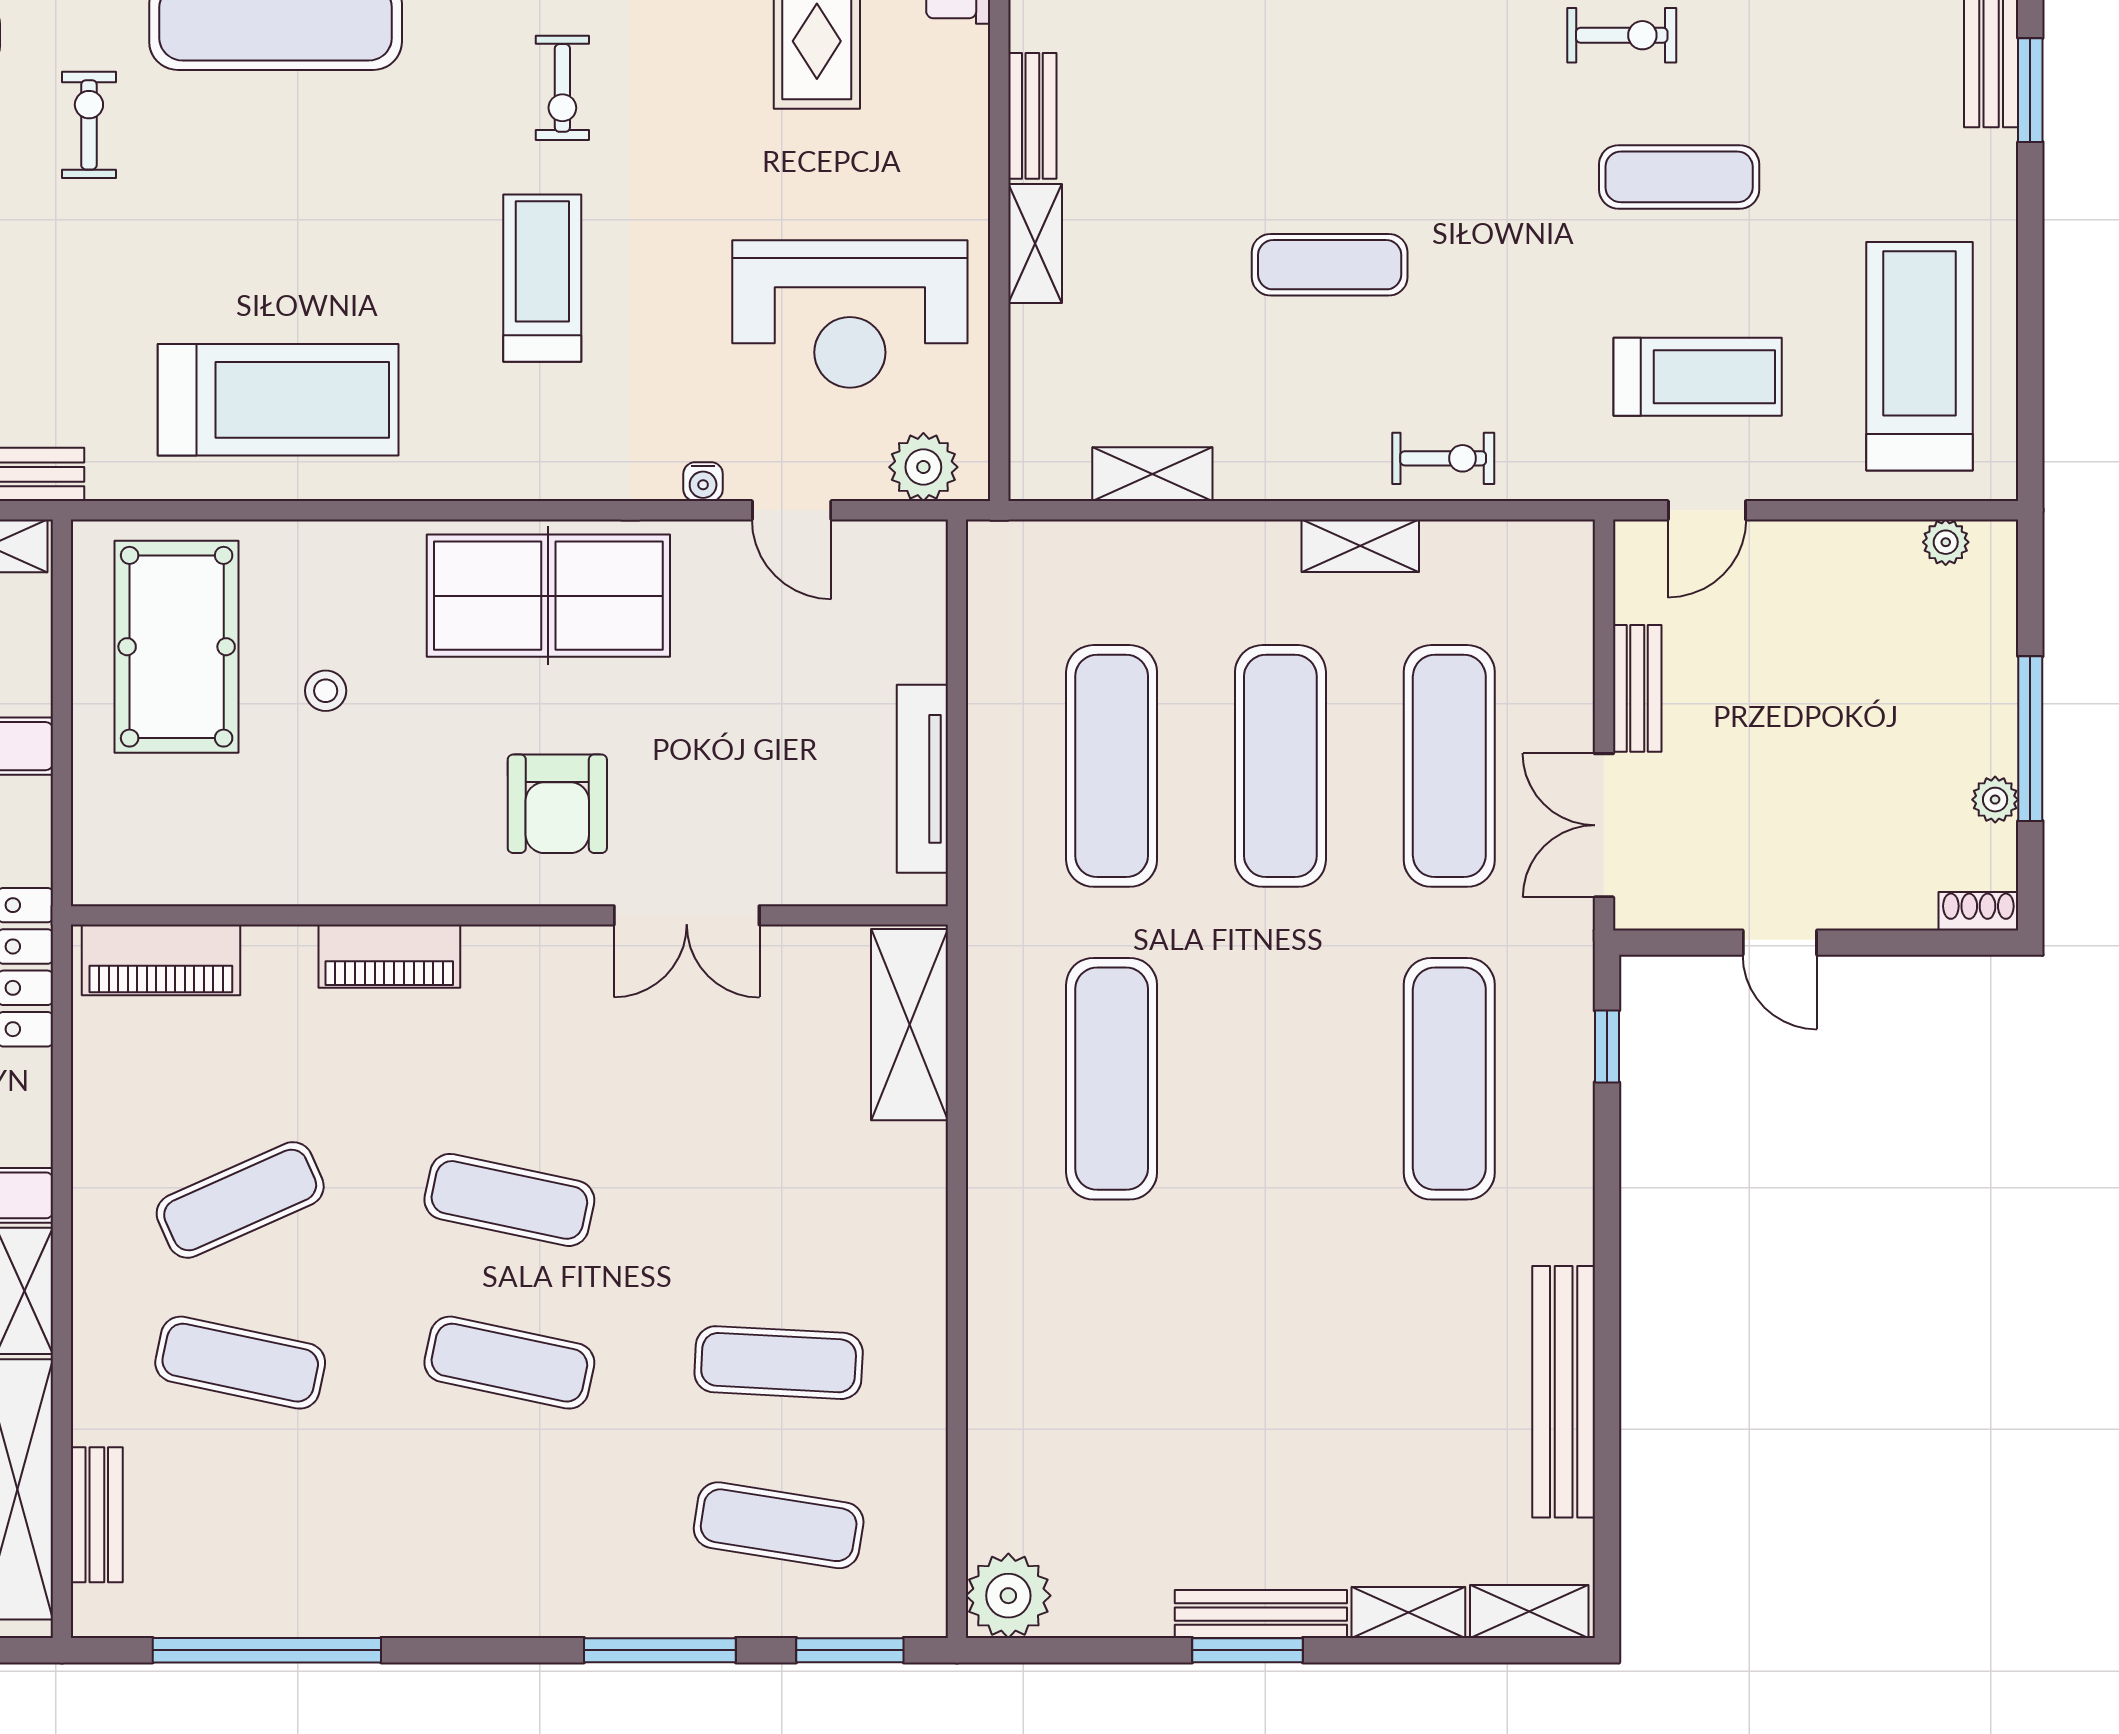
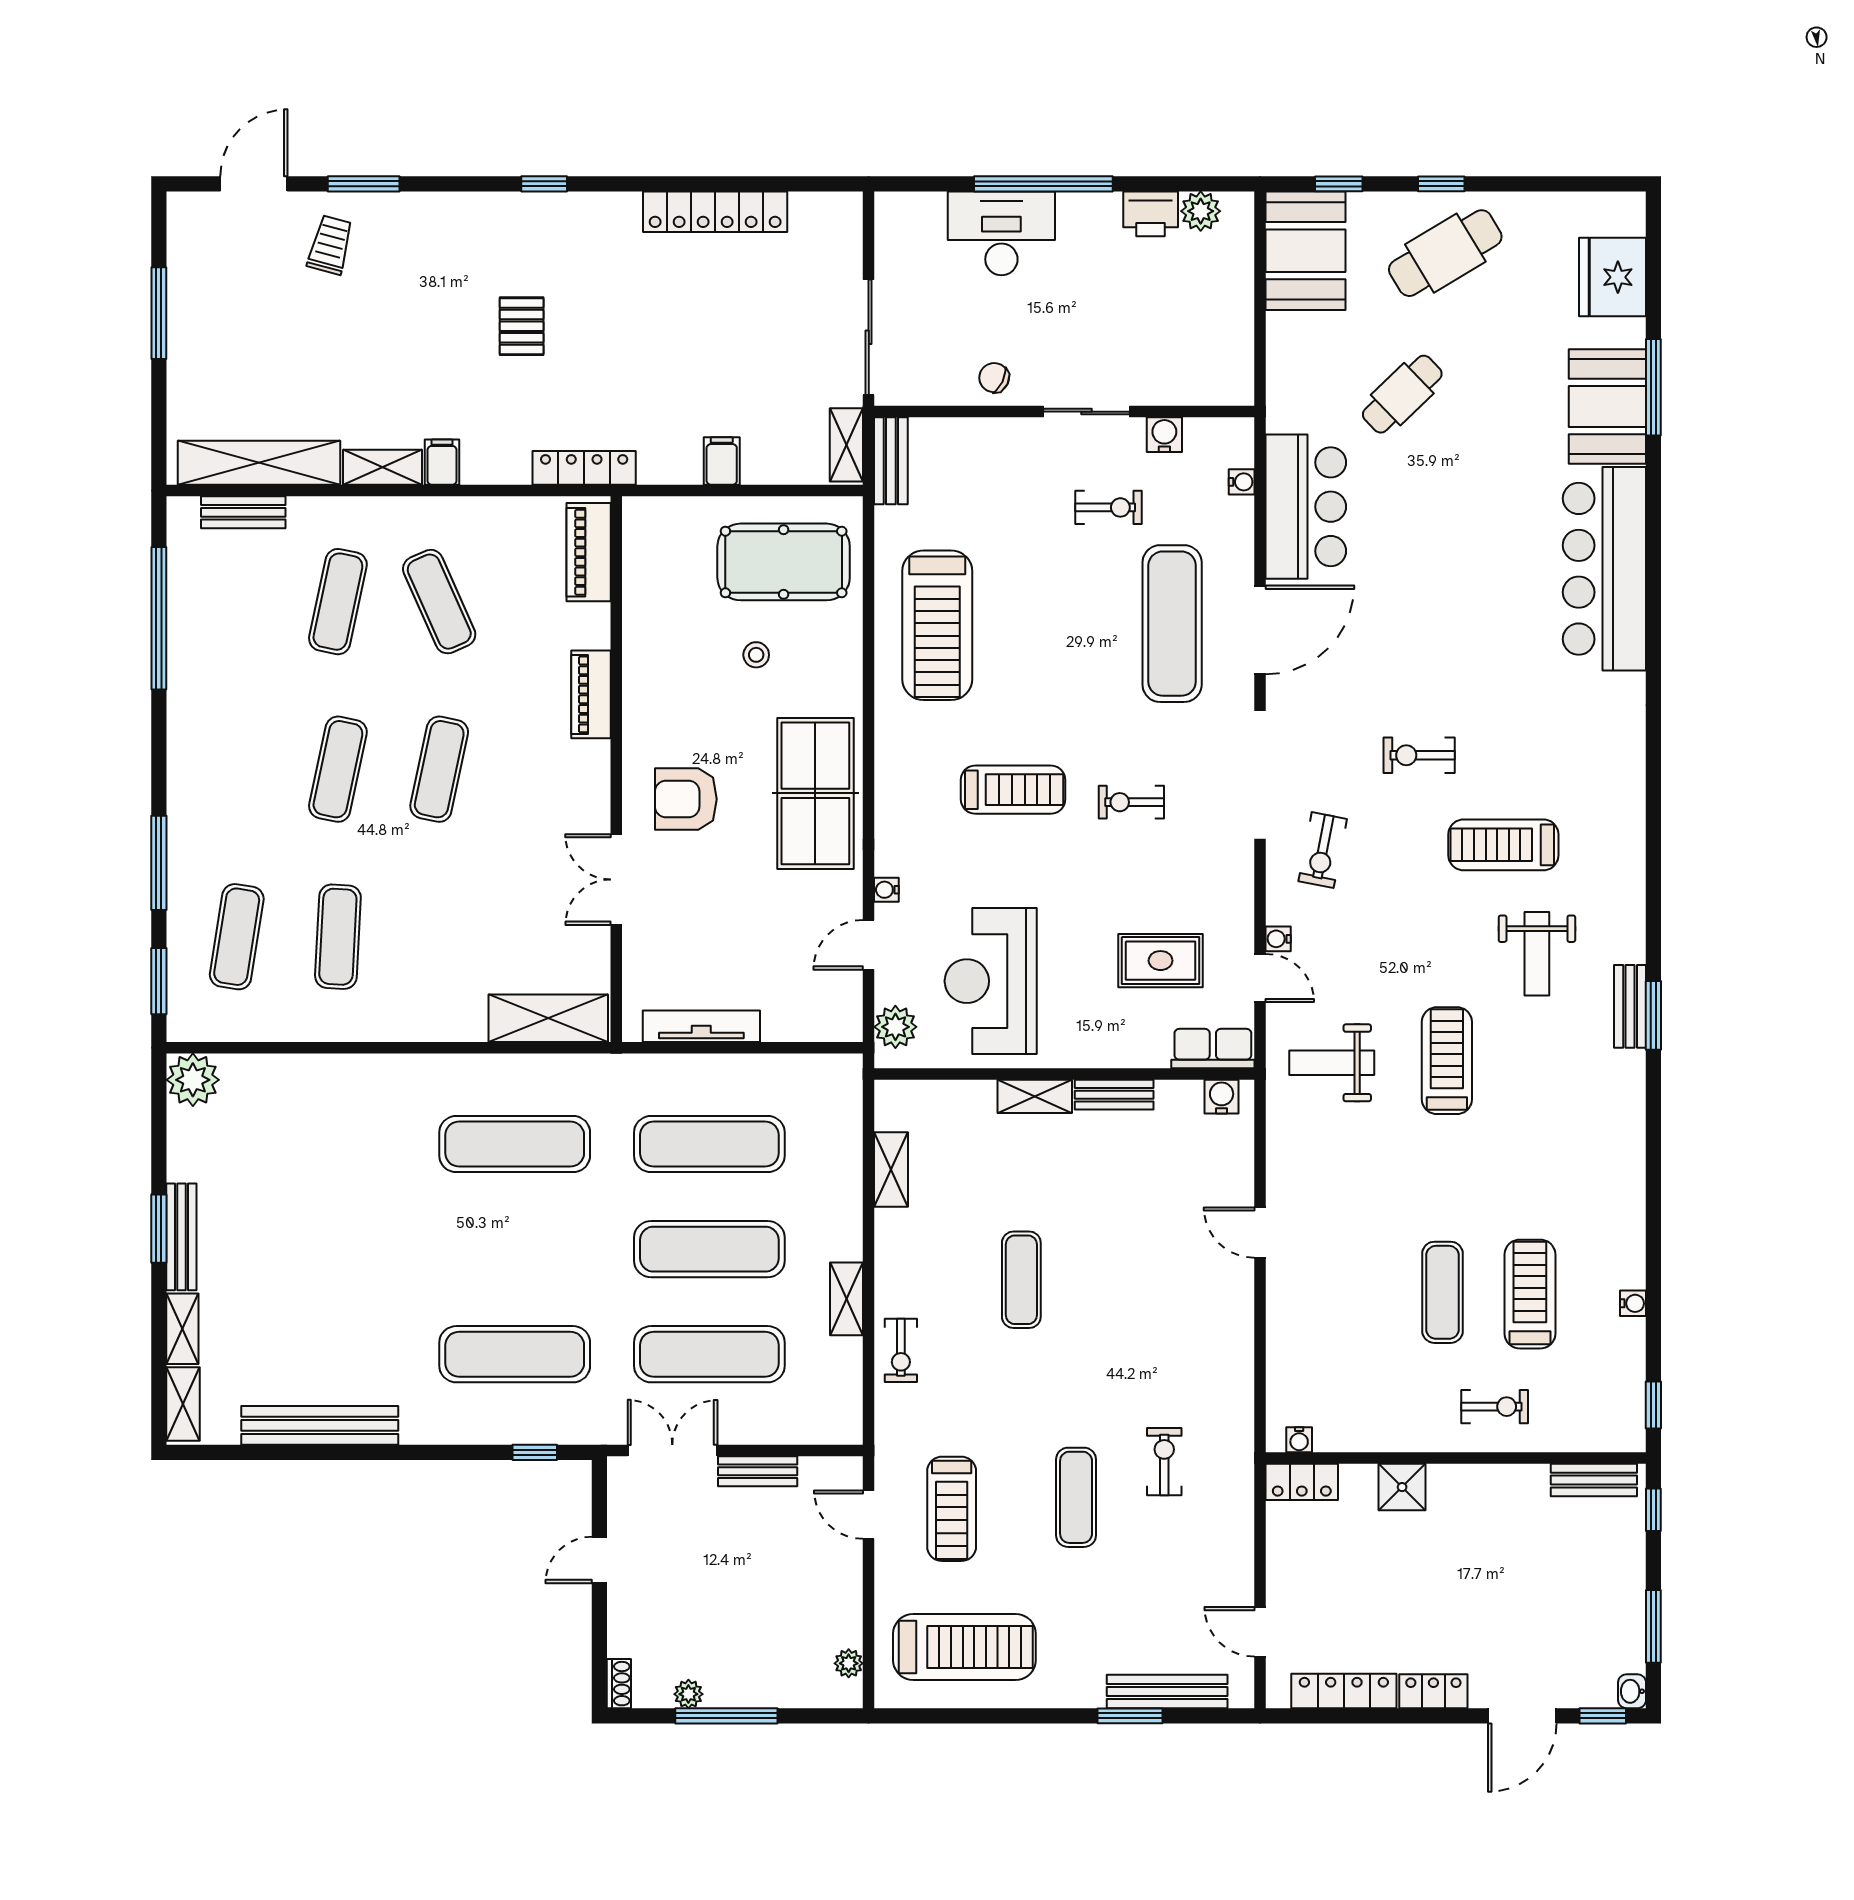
exercise bike: (1622, 35) -> (1164, 1462), turned 180

